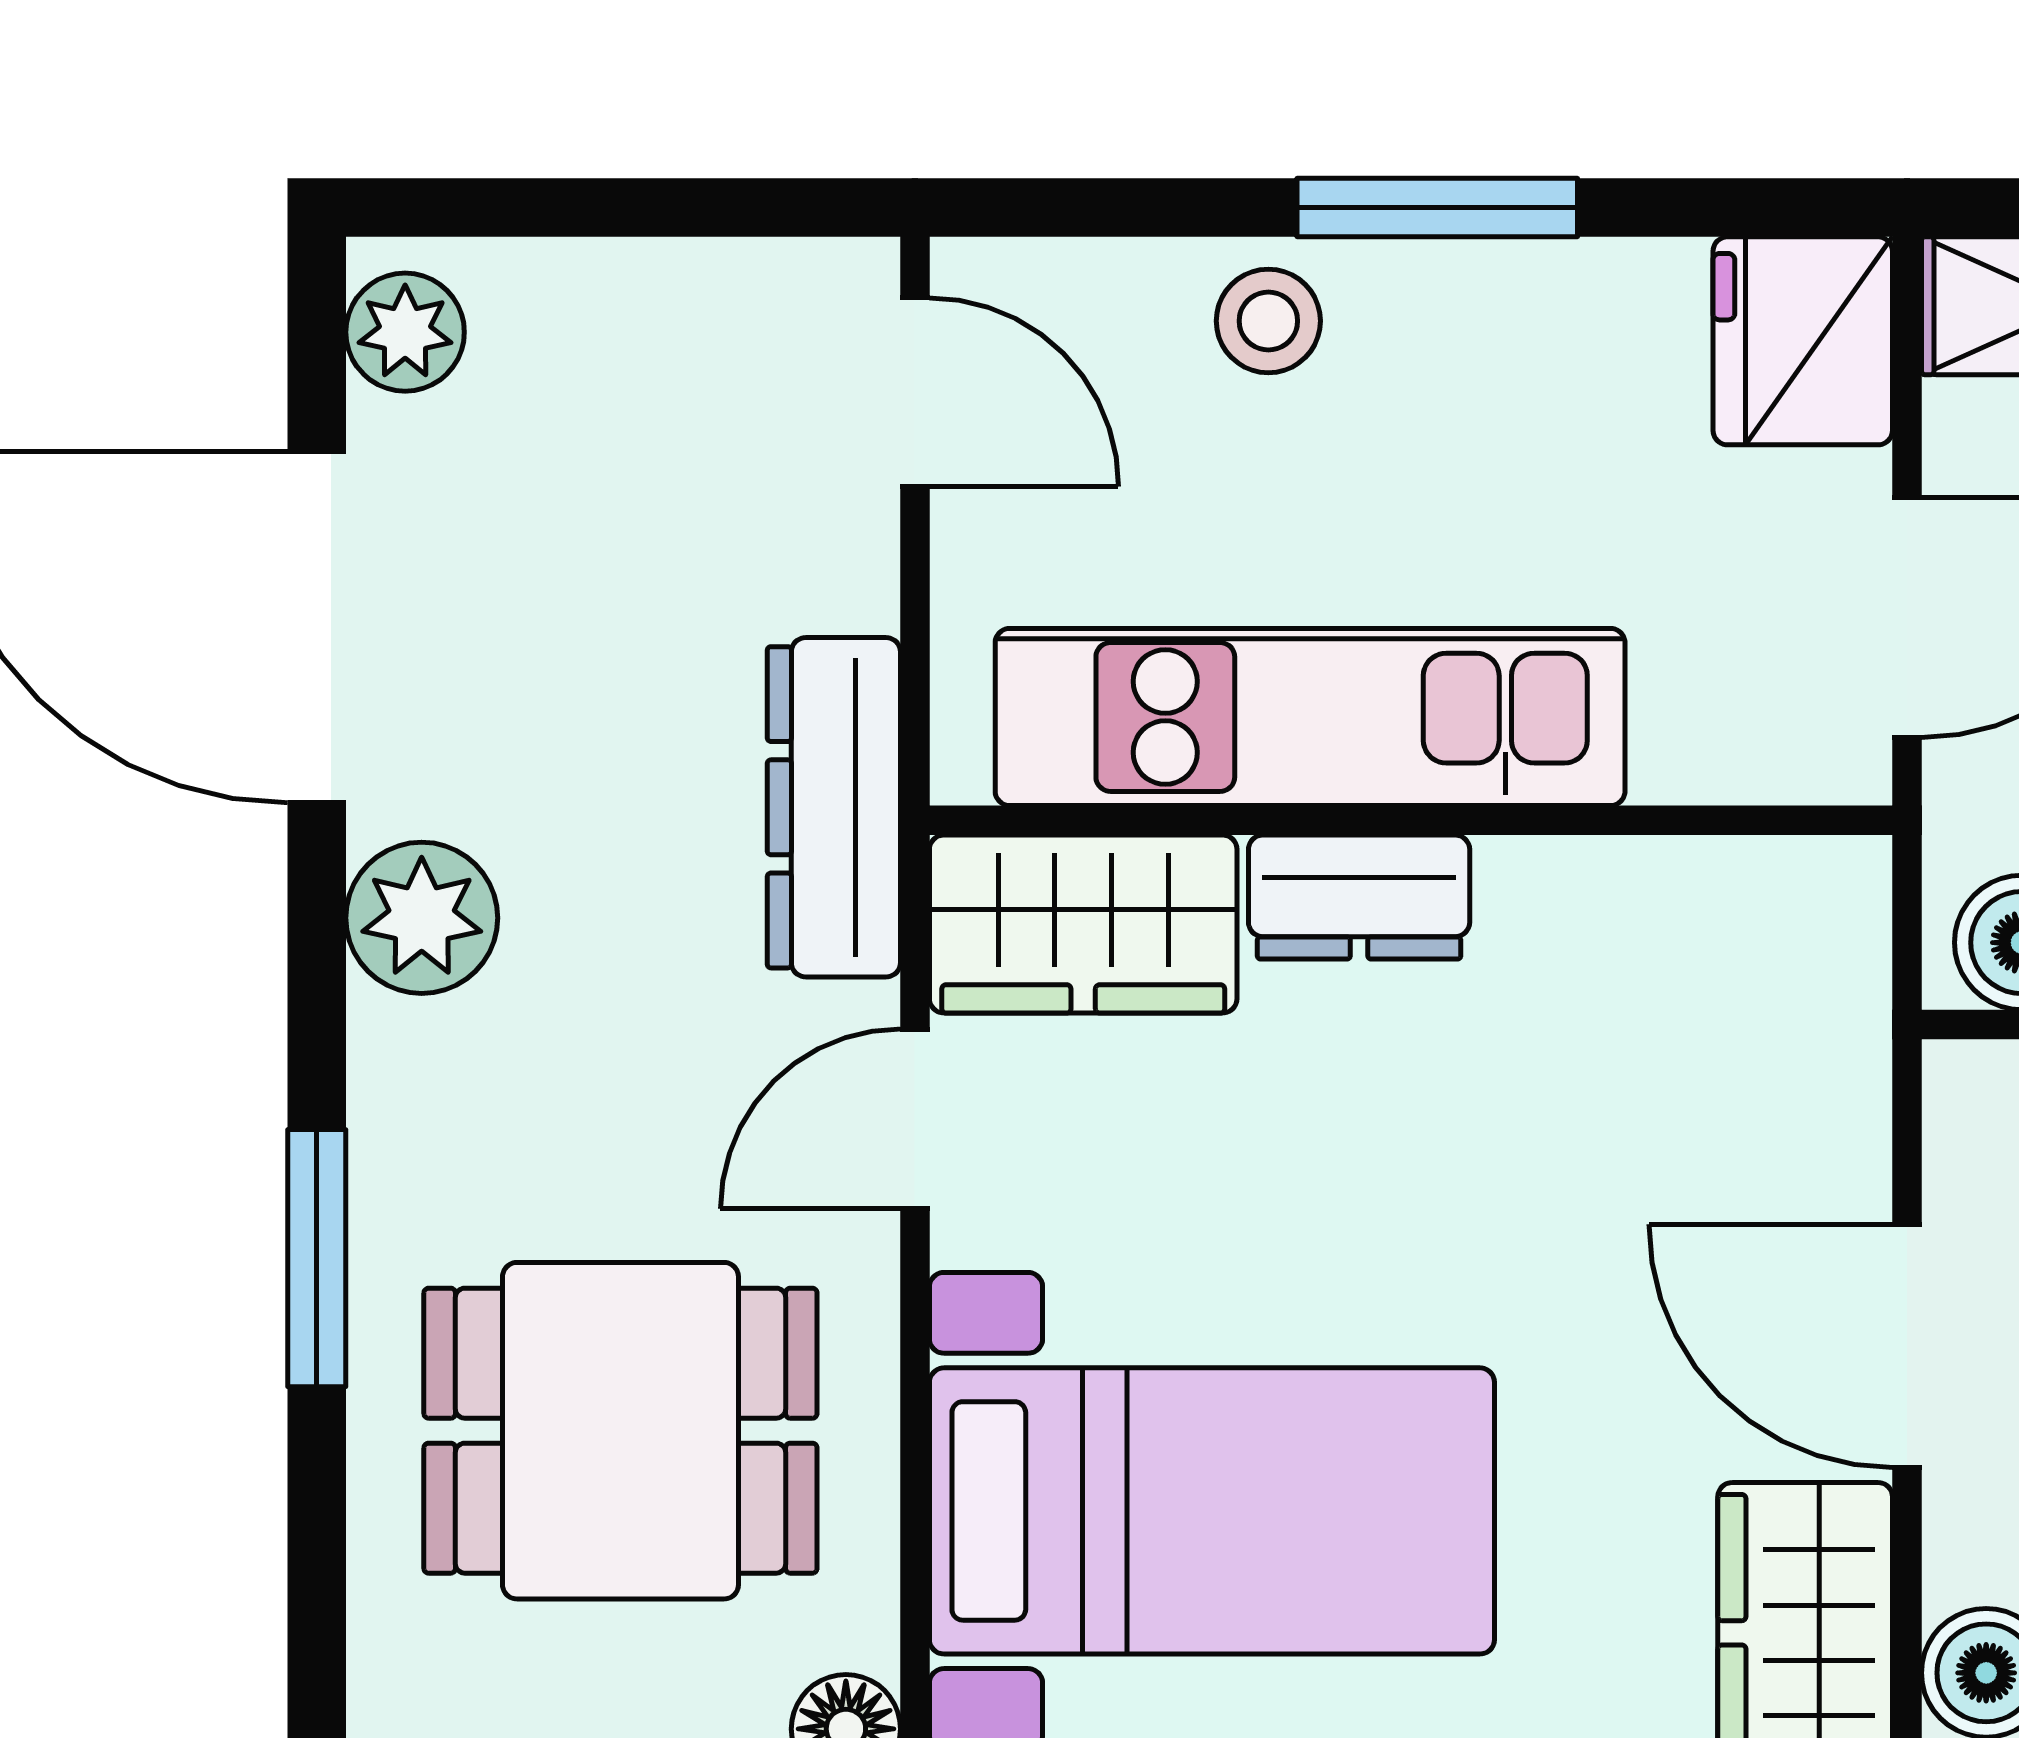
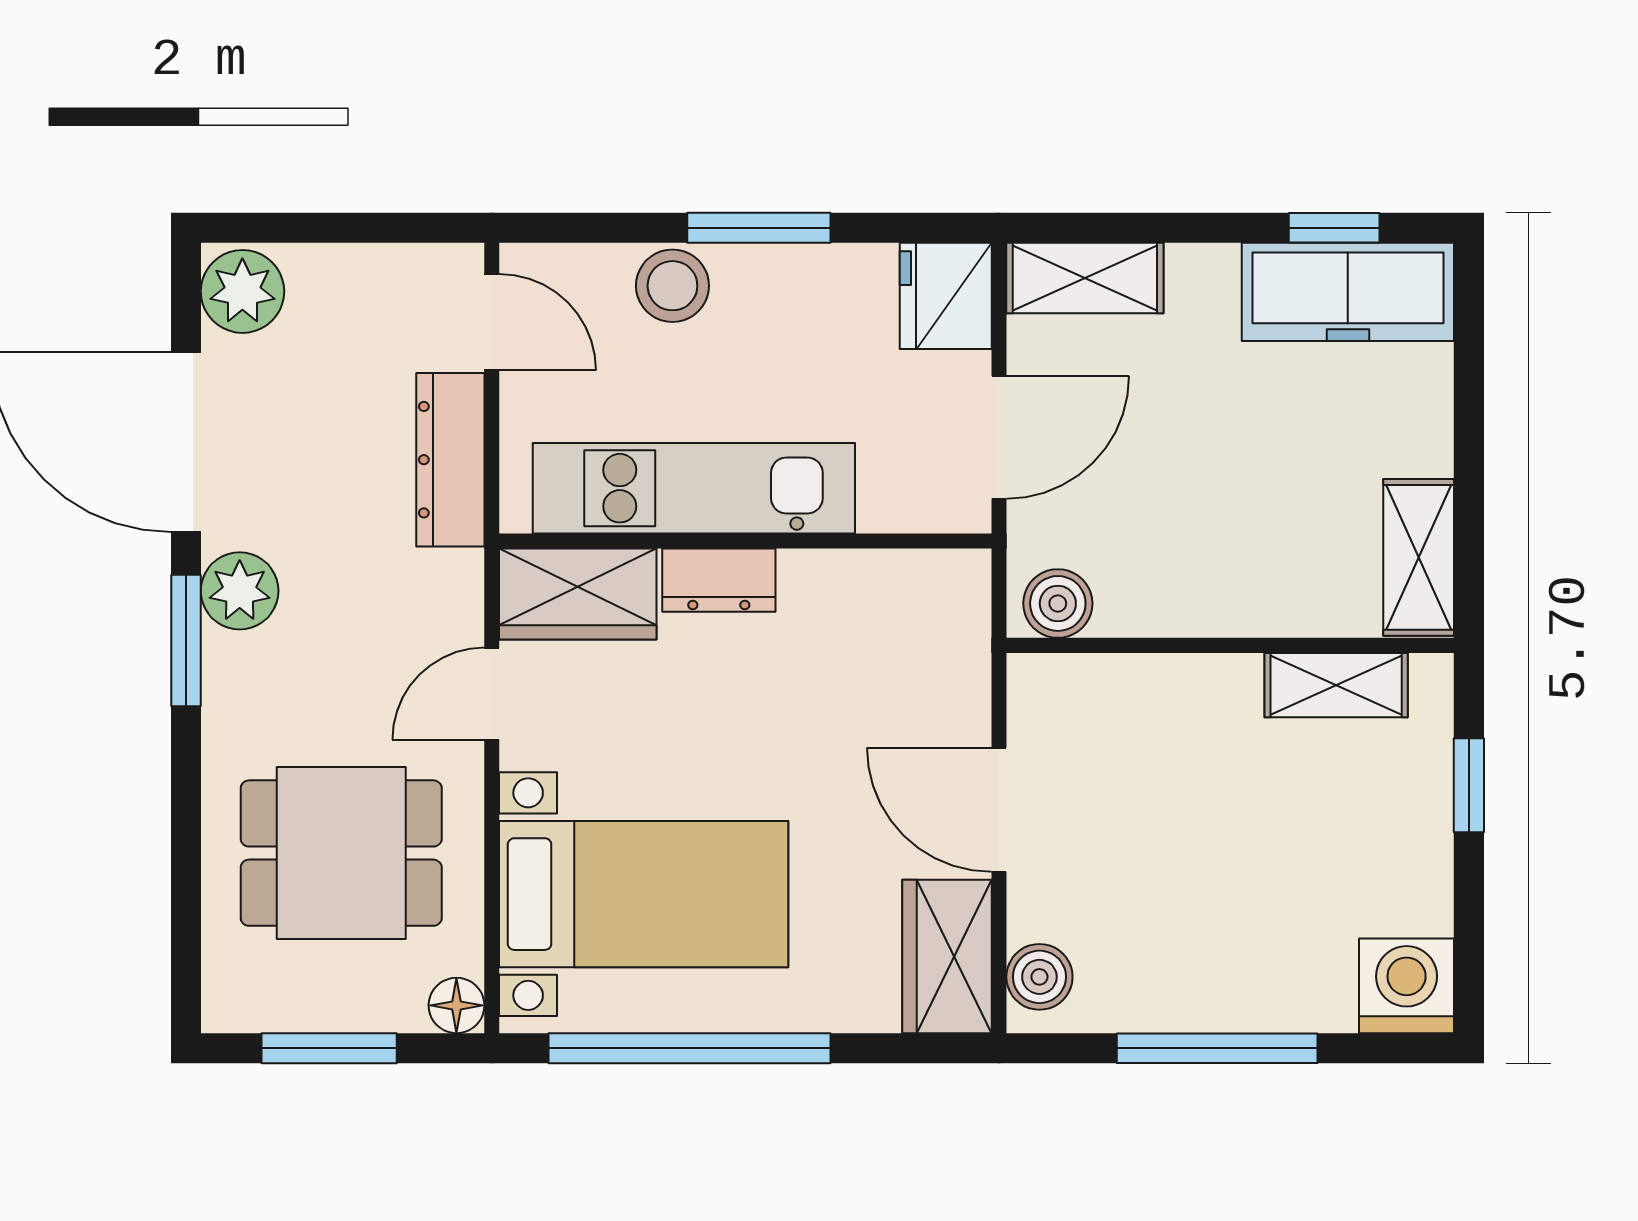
stool: (1268, 321) -> (672, 286), width x1.37, depth x1.37
plant: (405, 332) -> (242, 291), width x1.38, depth x1.38
dresser: (834, 807) -> (450, 460), moved
window: (317, 1258) -> (186, 640), moved

